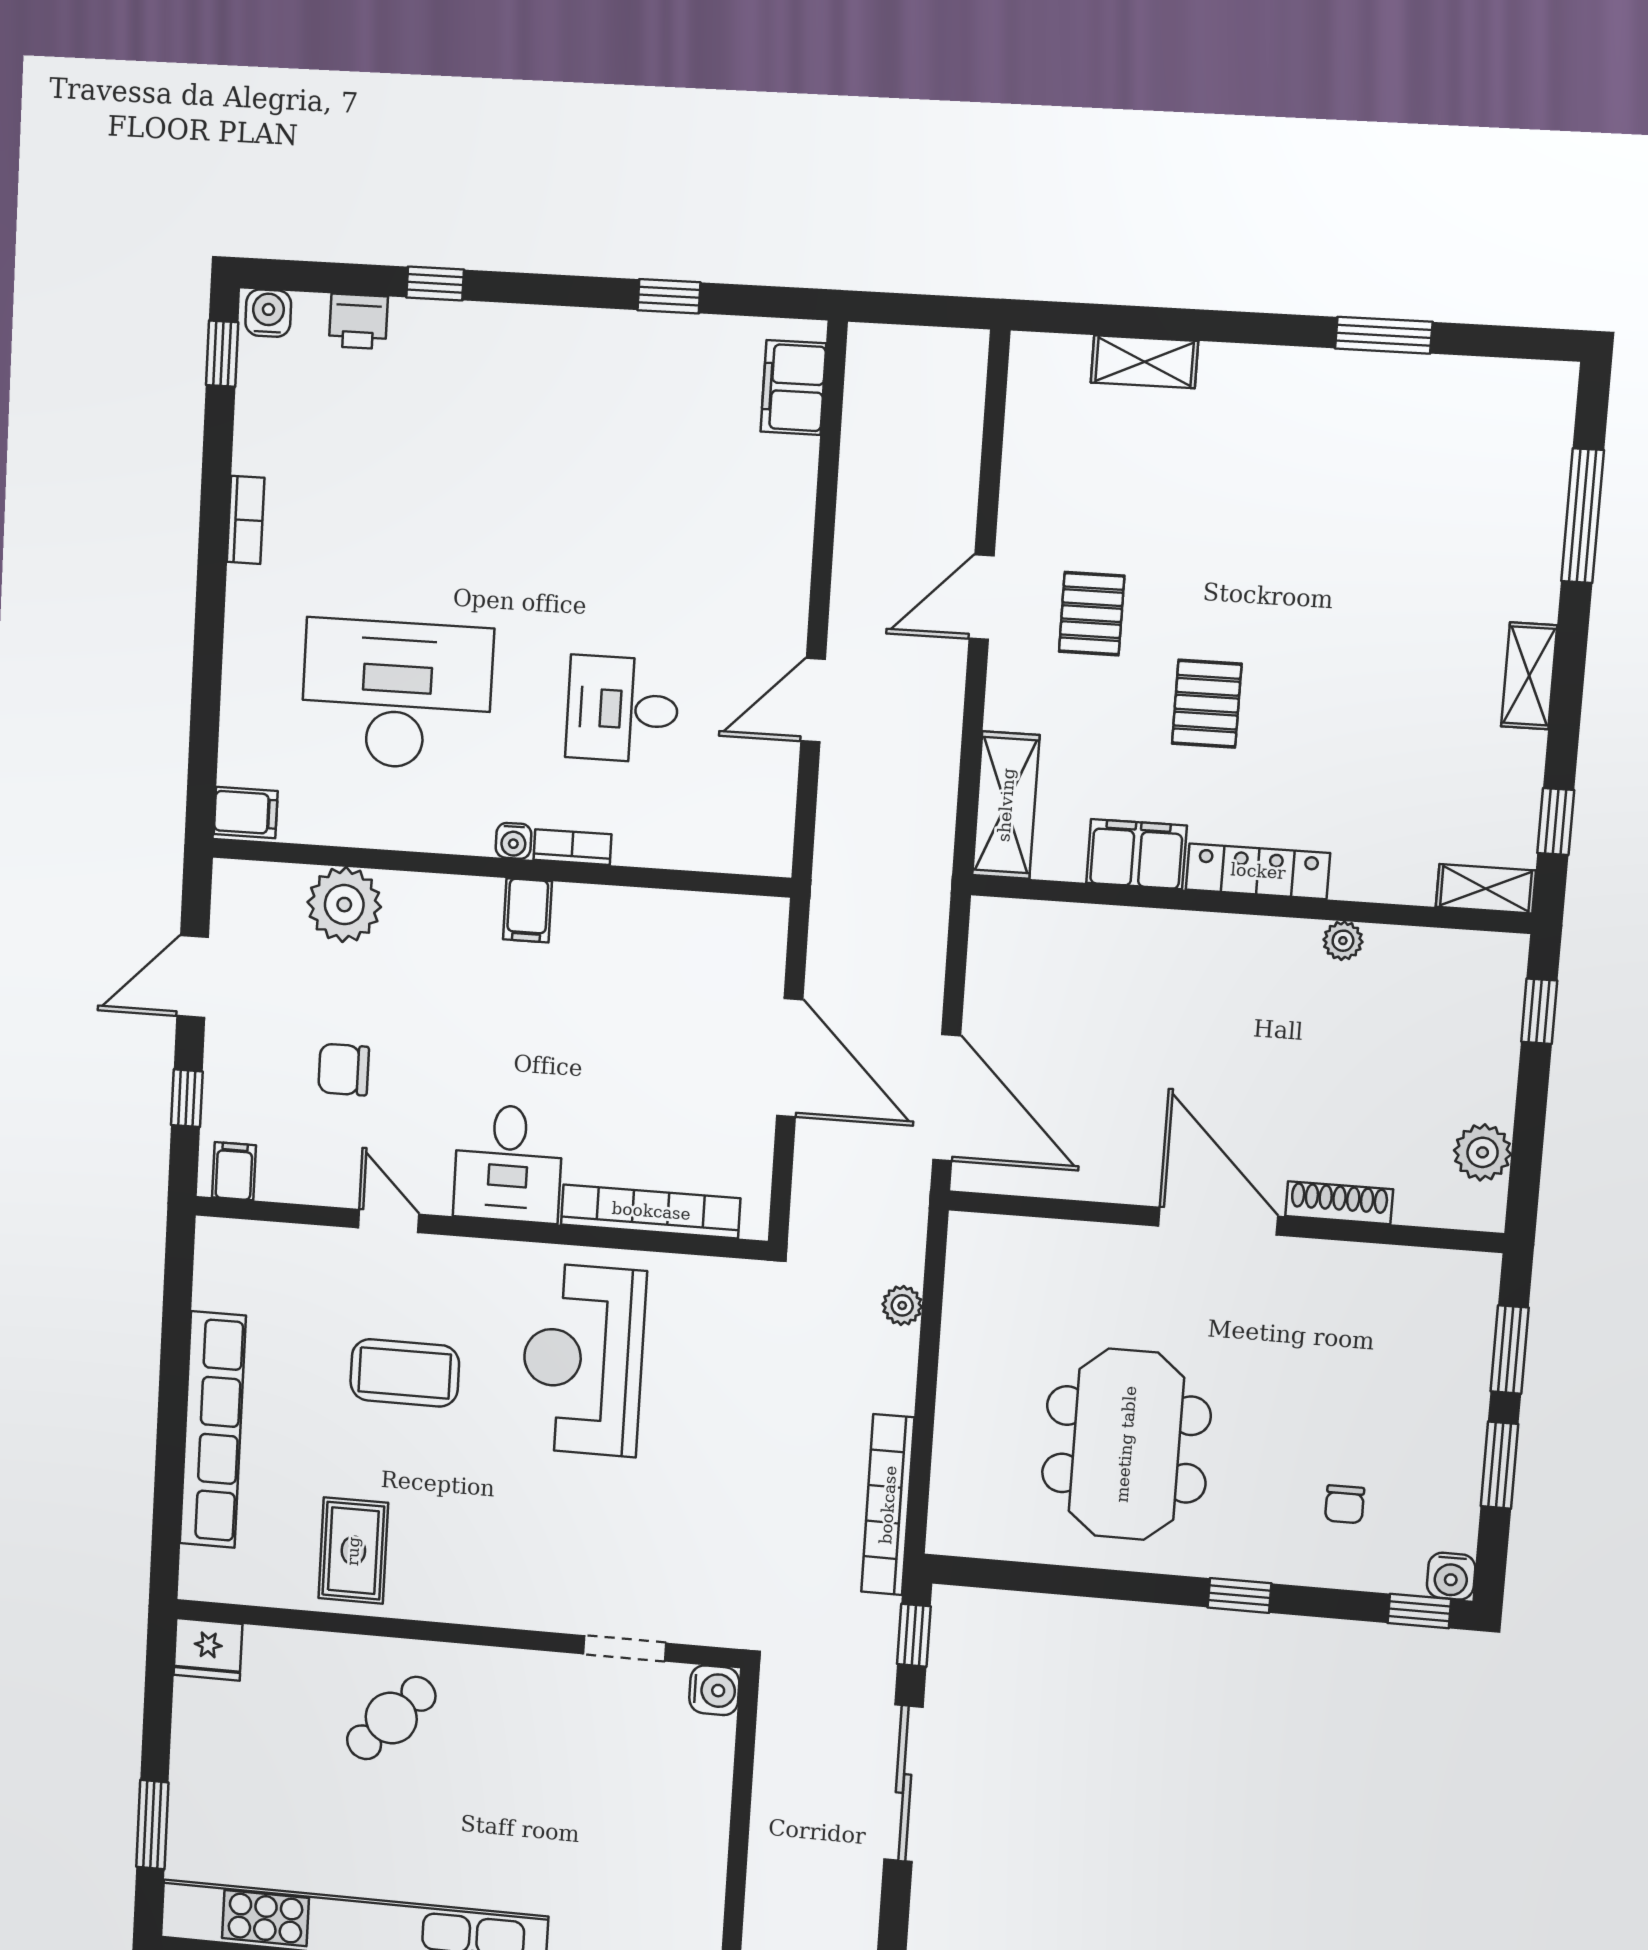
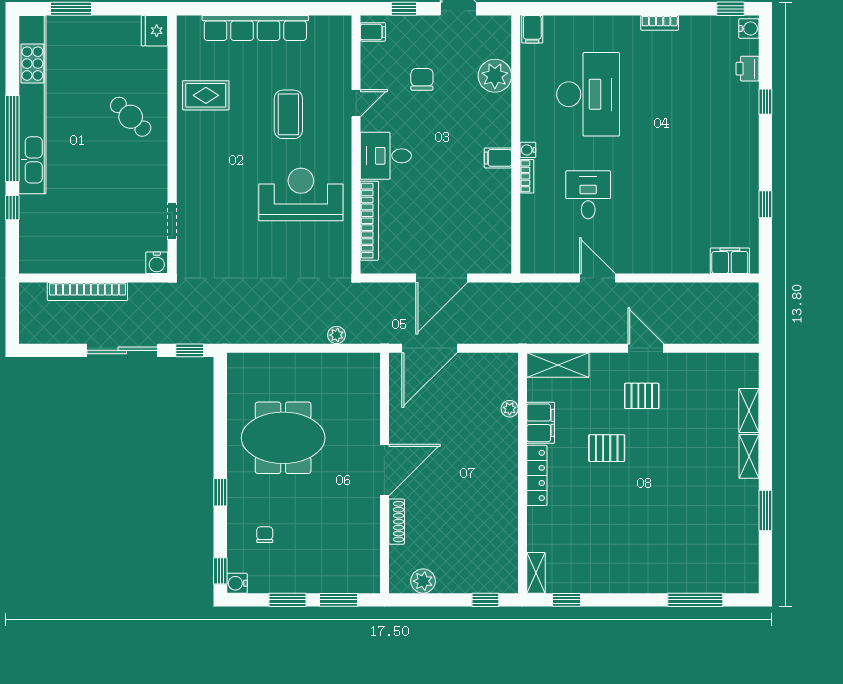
shelving: (1529, 676) -> (749, 456), moved, turned 90
plant: (1343, 941) -> (510, 409), moved
chair: (1345, 1504) -> (265, 535), turned 90
bookcase: (888, 1505) -> (87, 292), moved, turned 180

